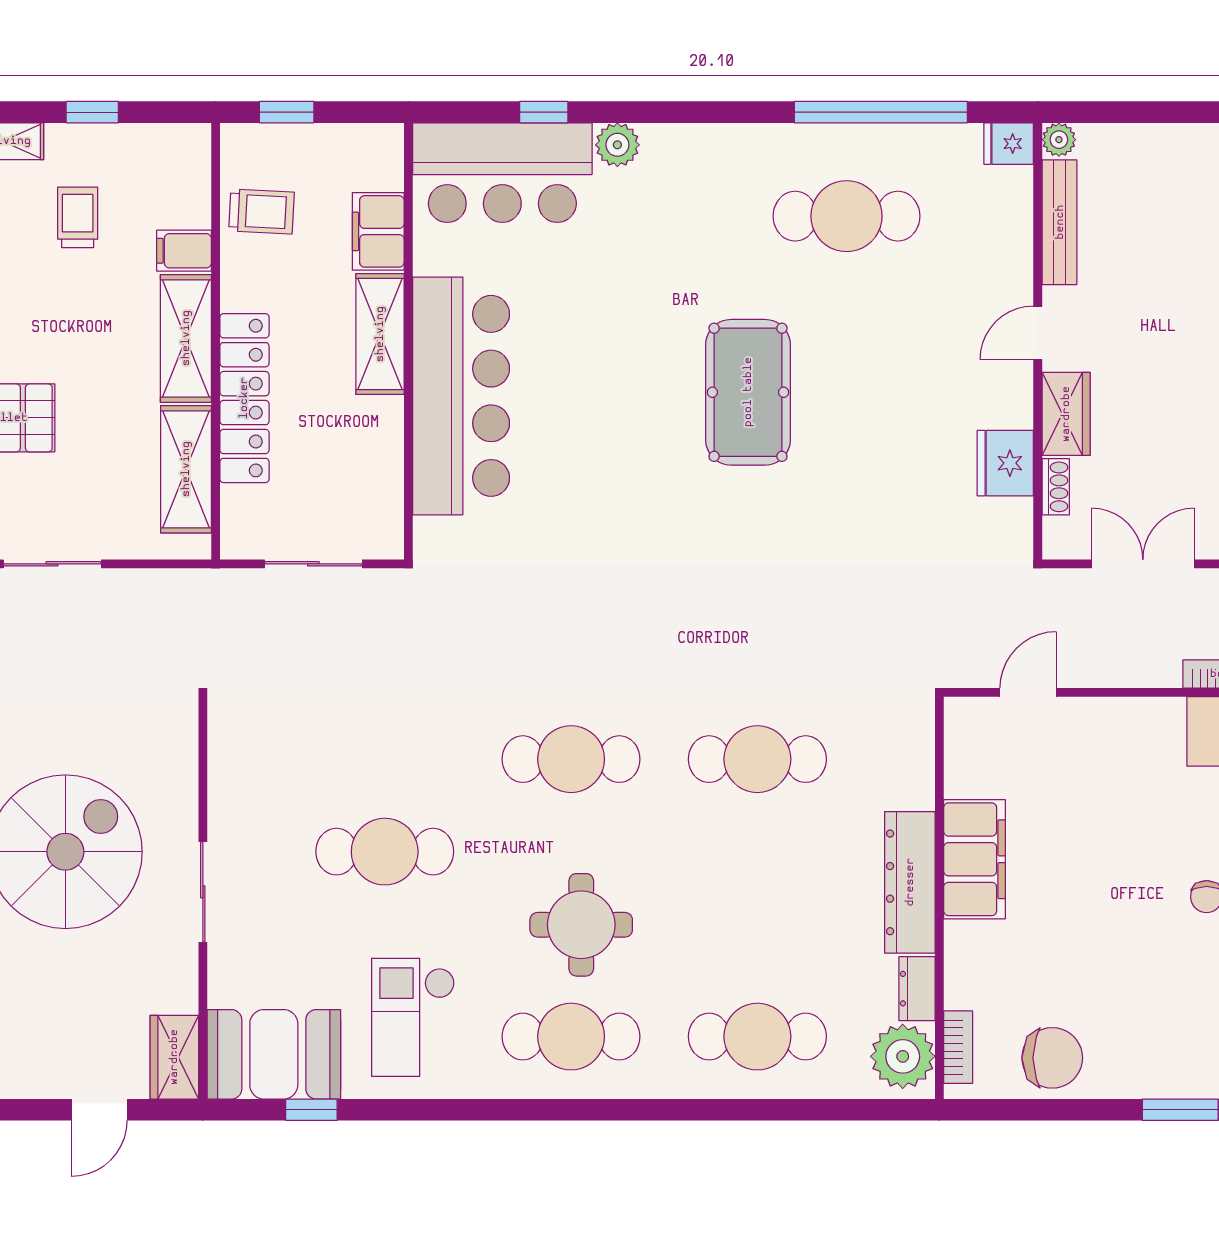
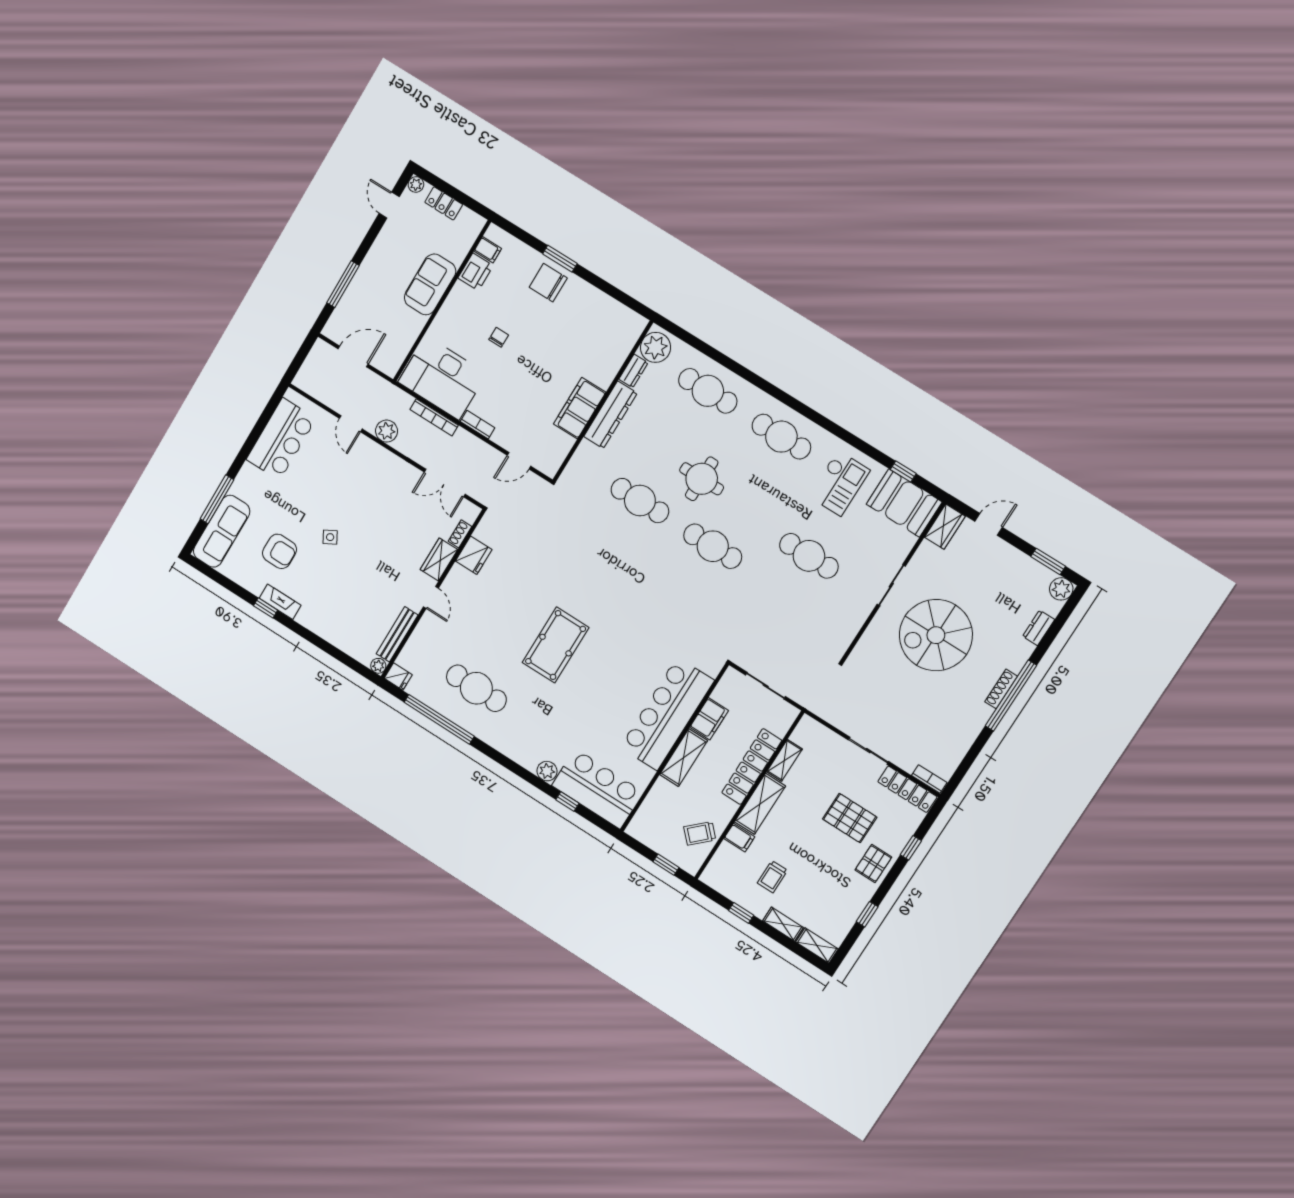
trolley: (261, 212) -> (700, 833), turned -47
filing cabinet: (378, 231) -> (709, 719), moved
door: (1038, 333) -> (431, 597), hinge flipped
shelving: (186, 469) -> (784, 760), width x0.67, depth x0.75
round table: (581, 925) -> (702, 479), moved
bookcase: (958, 1047) -> (478, 425), moved, turned 90
chair: (1052, 1058) -> (548, 283), moved

